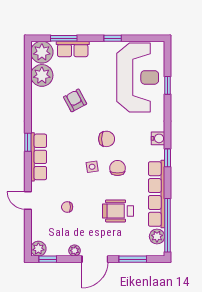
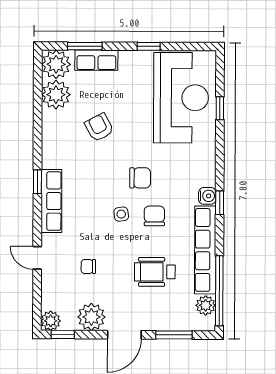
water cooler: (158, 138) -> (207, 196), moved
plant: (75, 251) -> (91, 317), width x1.87, depth x1.87

